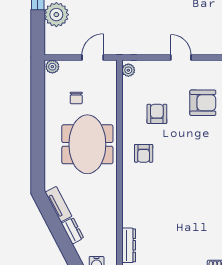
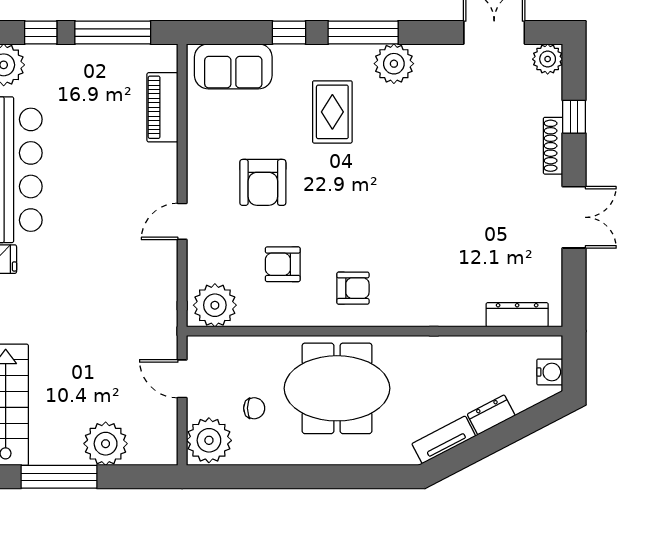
plant: (52, 67) -> (209, 440), width x1.88, depth x1.88
plant: (128, 70) -> (215, 305), width x1.88, depth x1.88
armchair: (203, 103) -> (263, 182), turned 180

